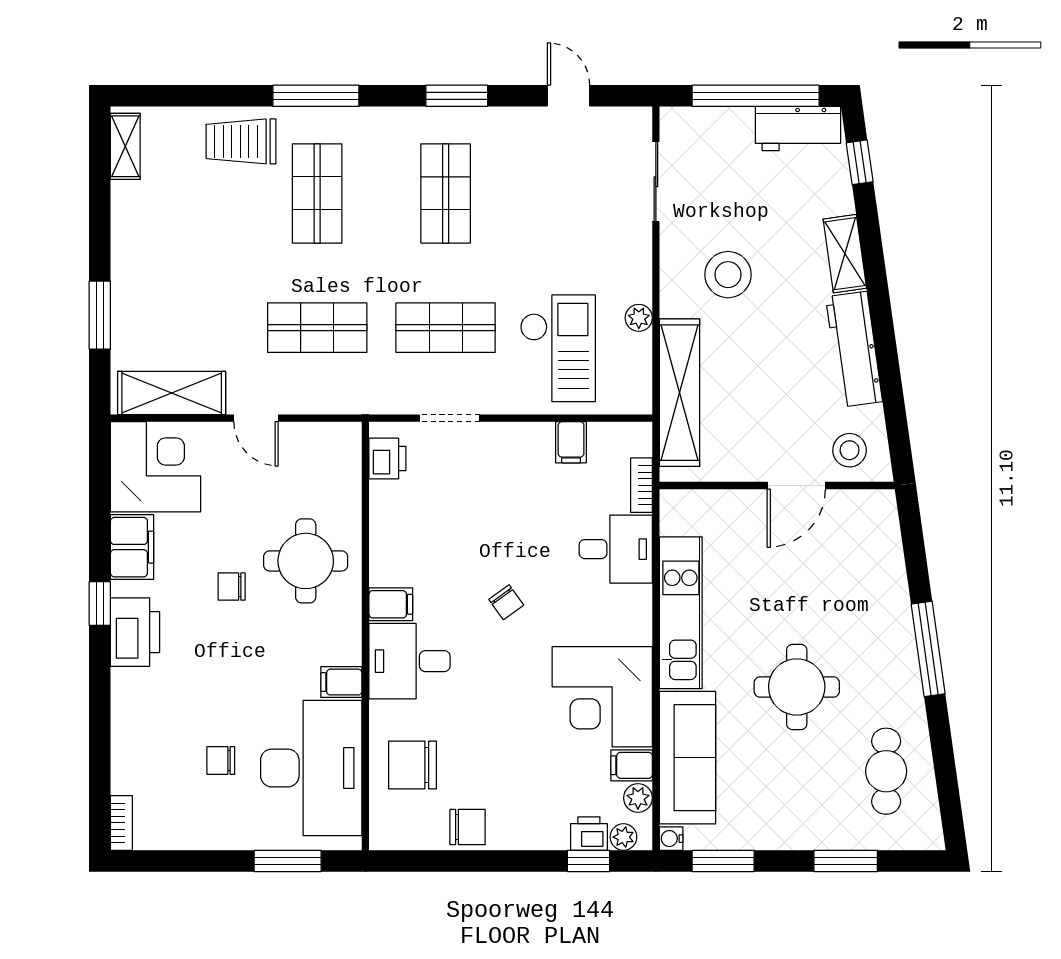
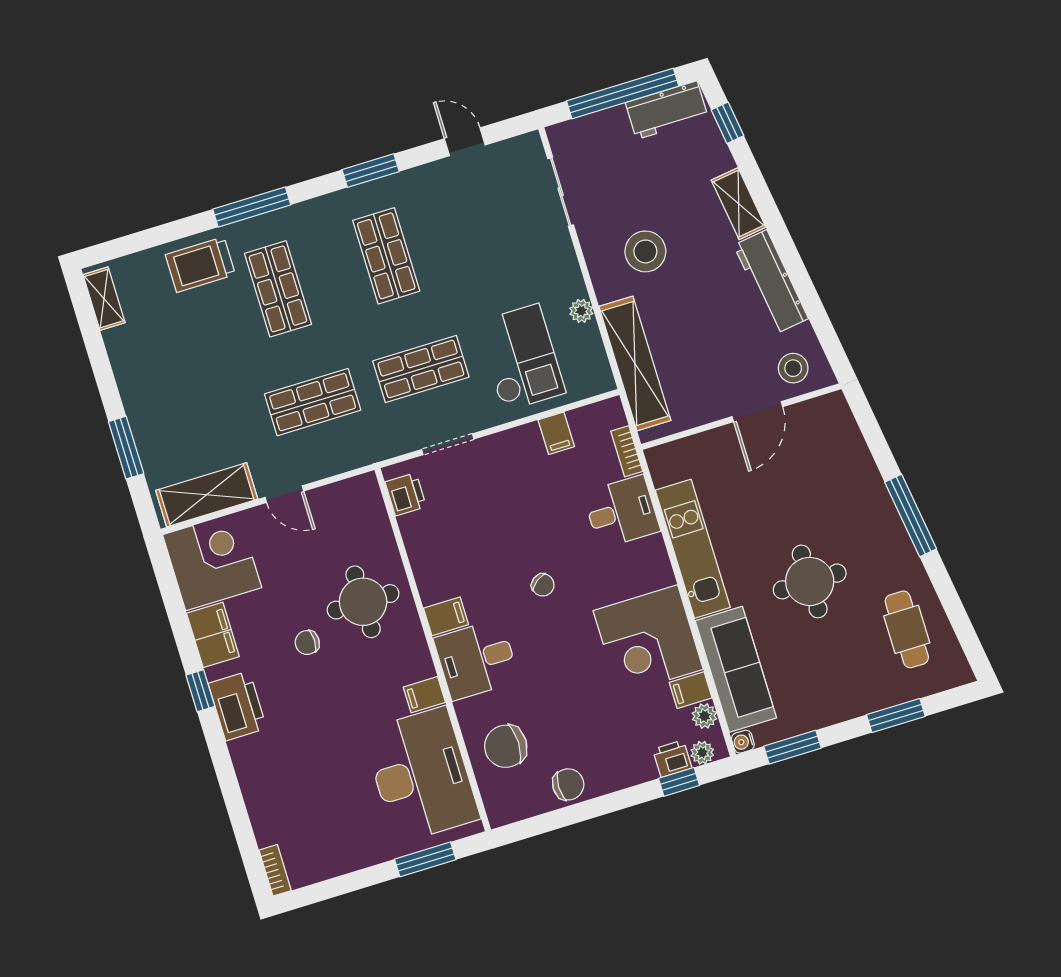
chair: (221, 761) -> (343, 792), removed

